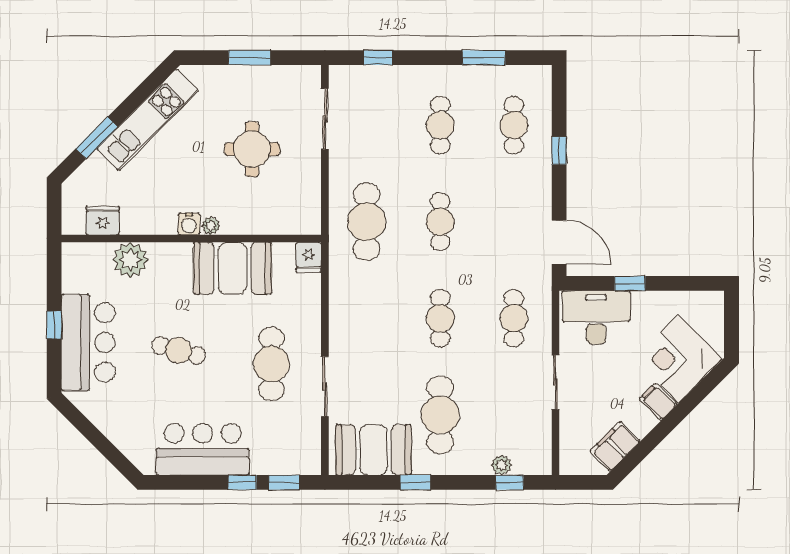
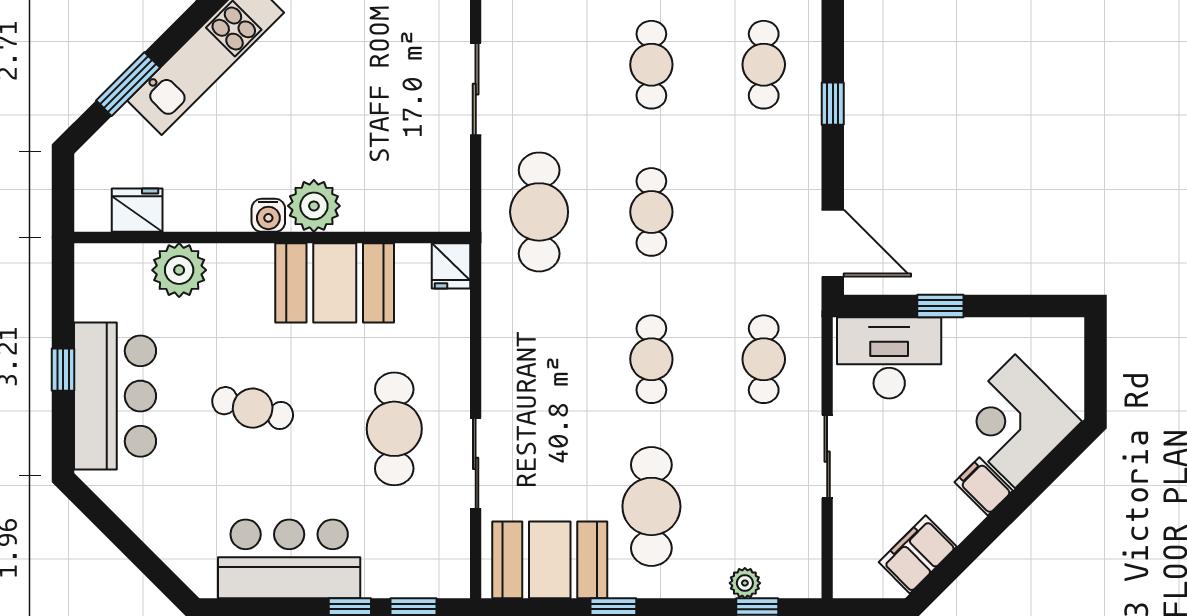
sliding door: (325, 119) -> (476, 89), moved
round table: (252, 149) -> (365, 101), removed
plant: (211, 226) -> (314, 206), width x1.88, depth x1.88

